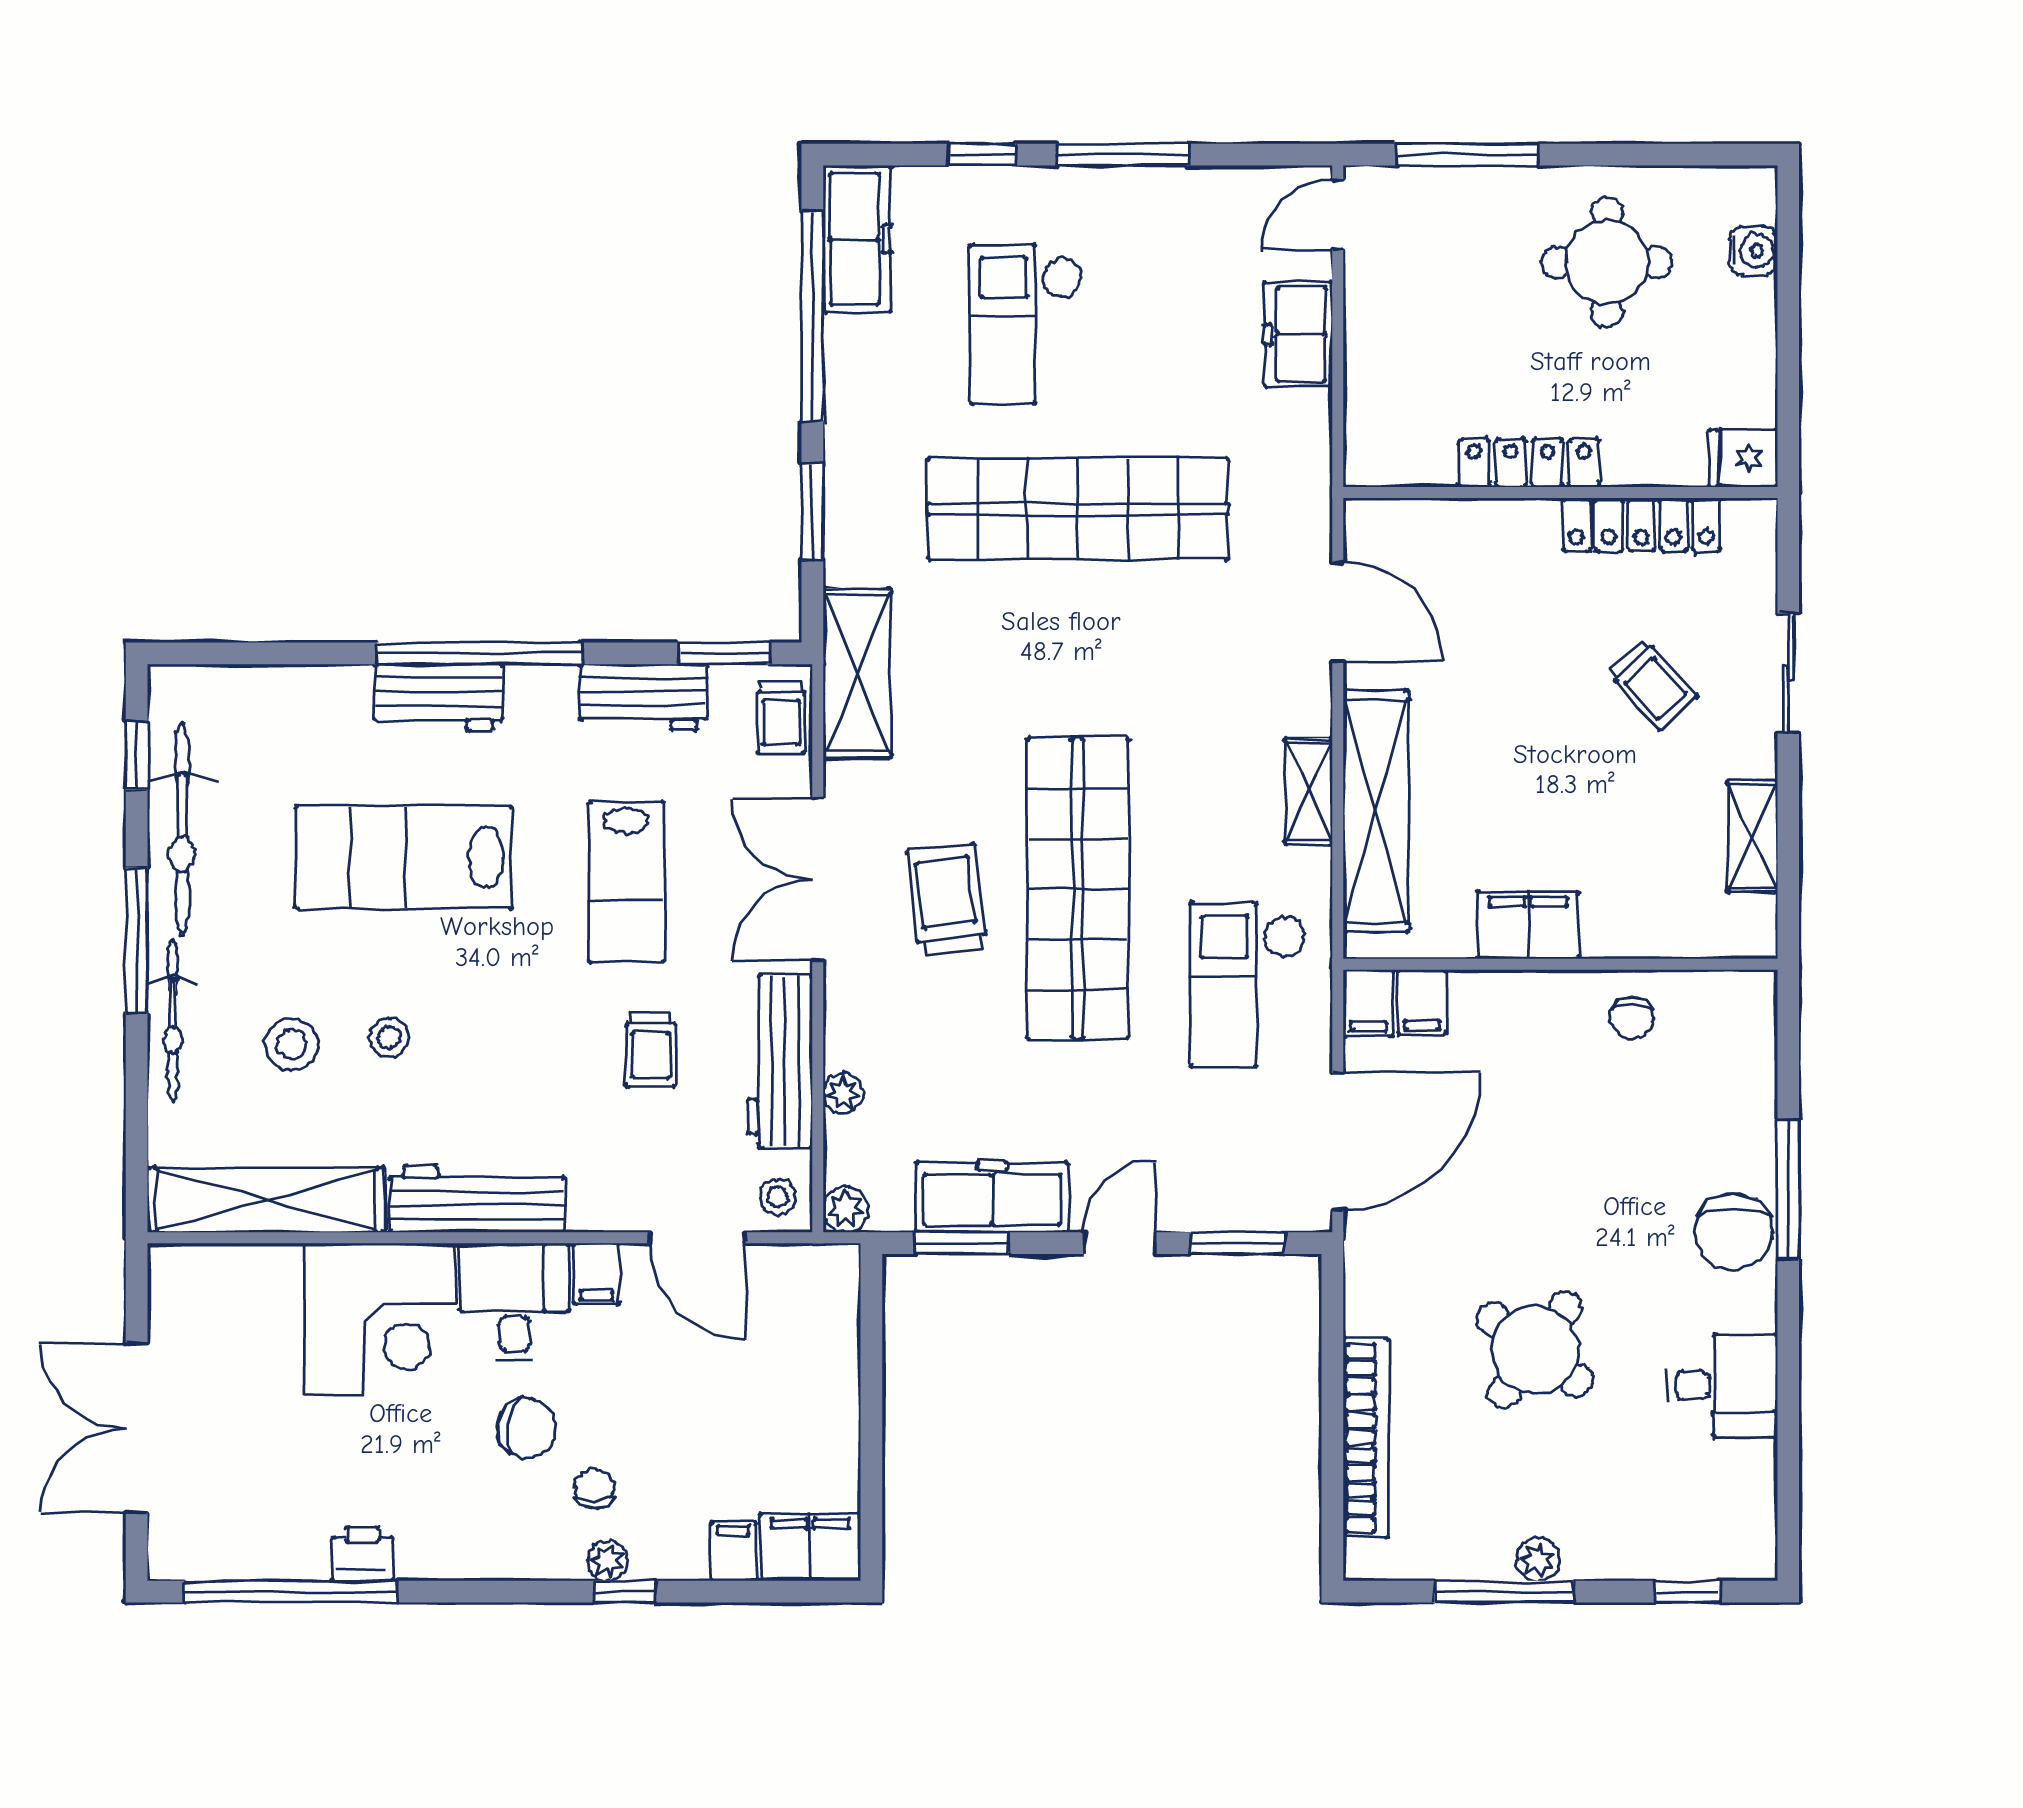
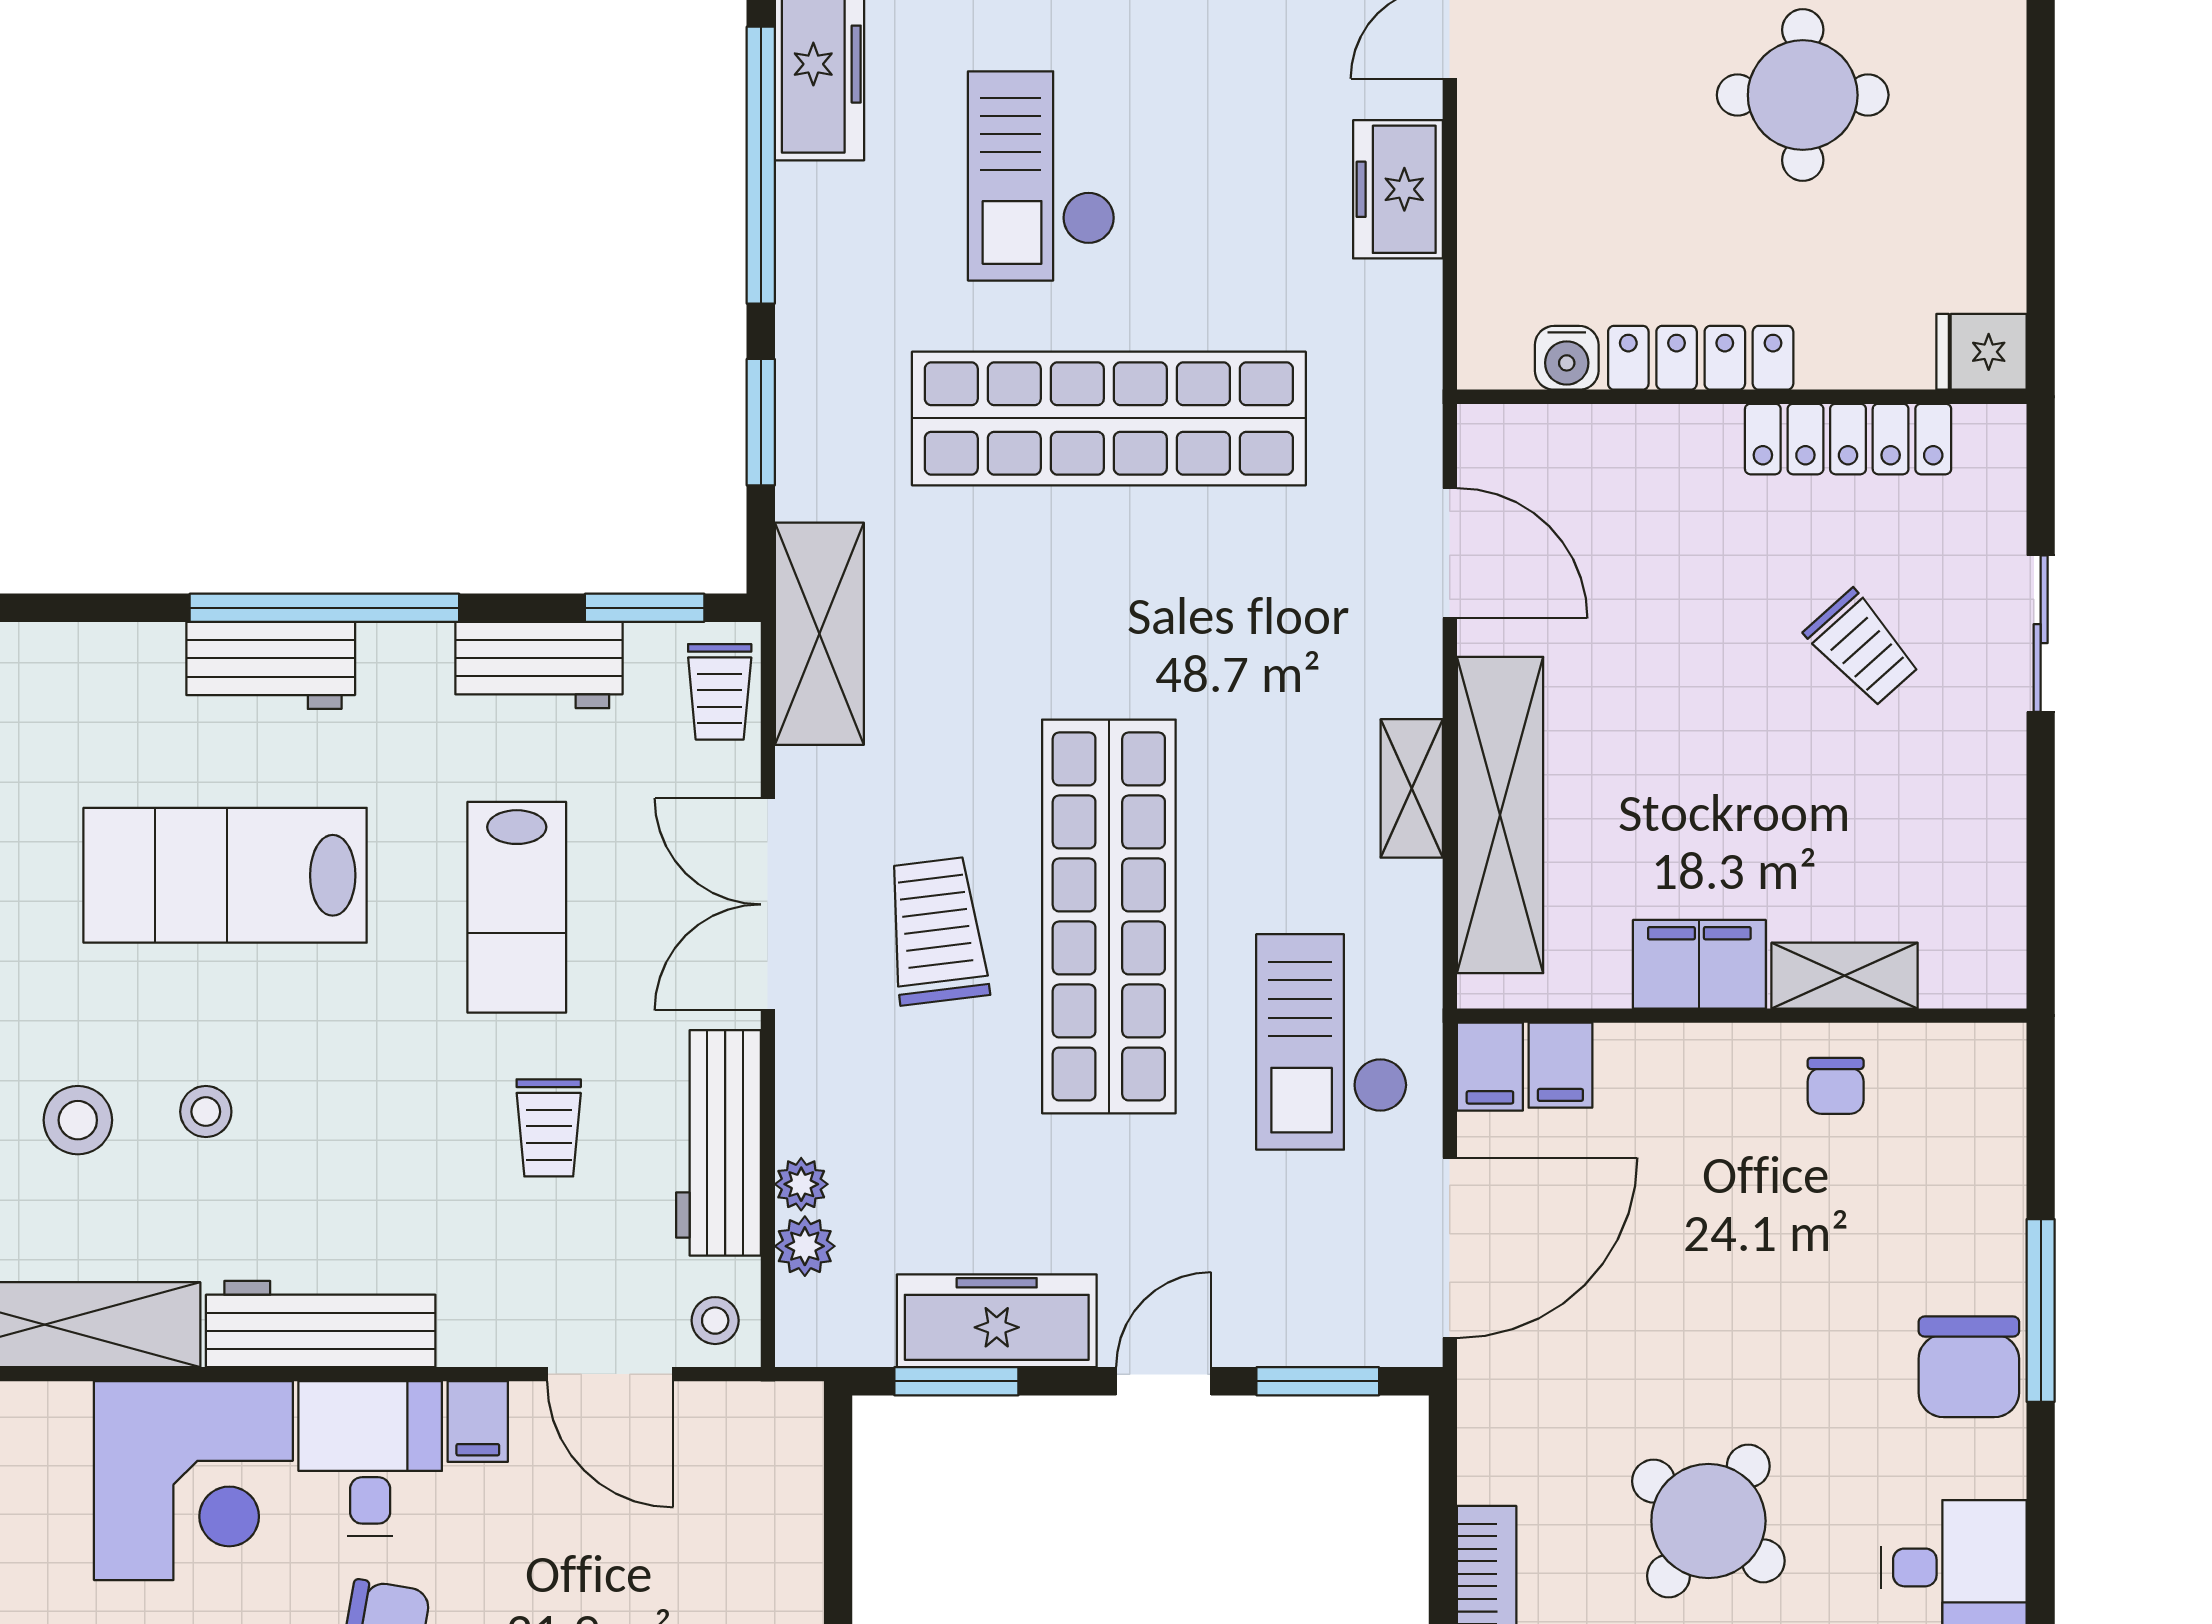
water cooler: (1753, 251) -> (1567, 358), moved, turned 90
shelving: (1752, 836) -> (1845, 976), moved, turned 90
plant: (846, 1210) -> (805, 1246), moved

